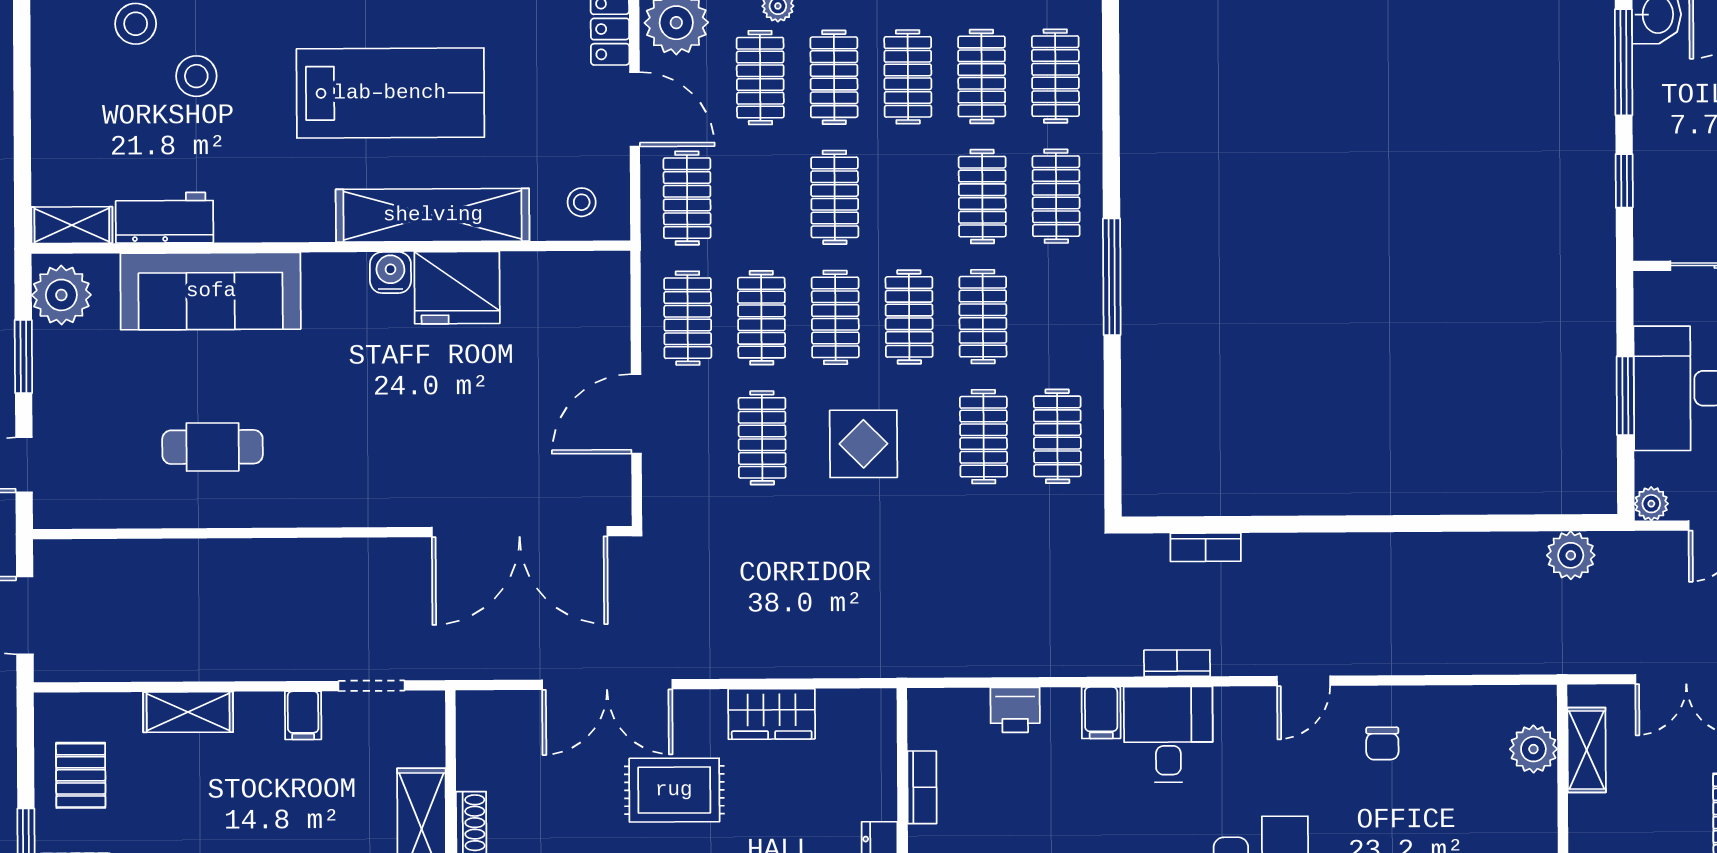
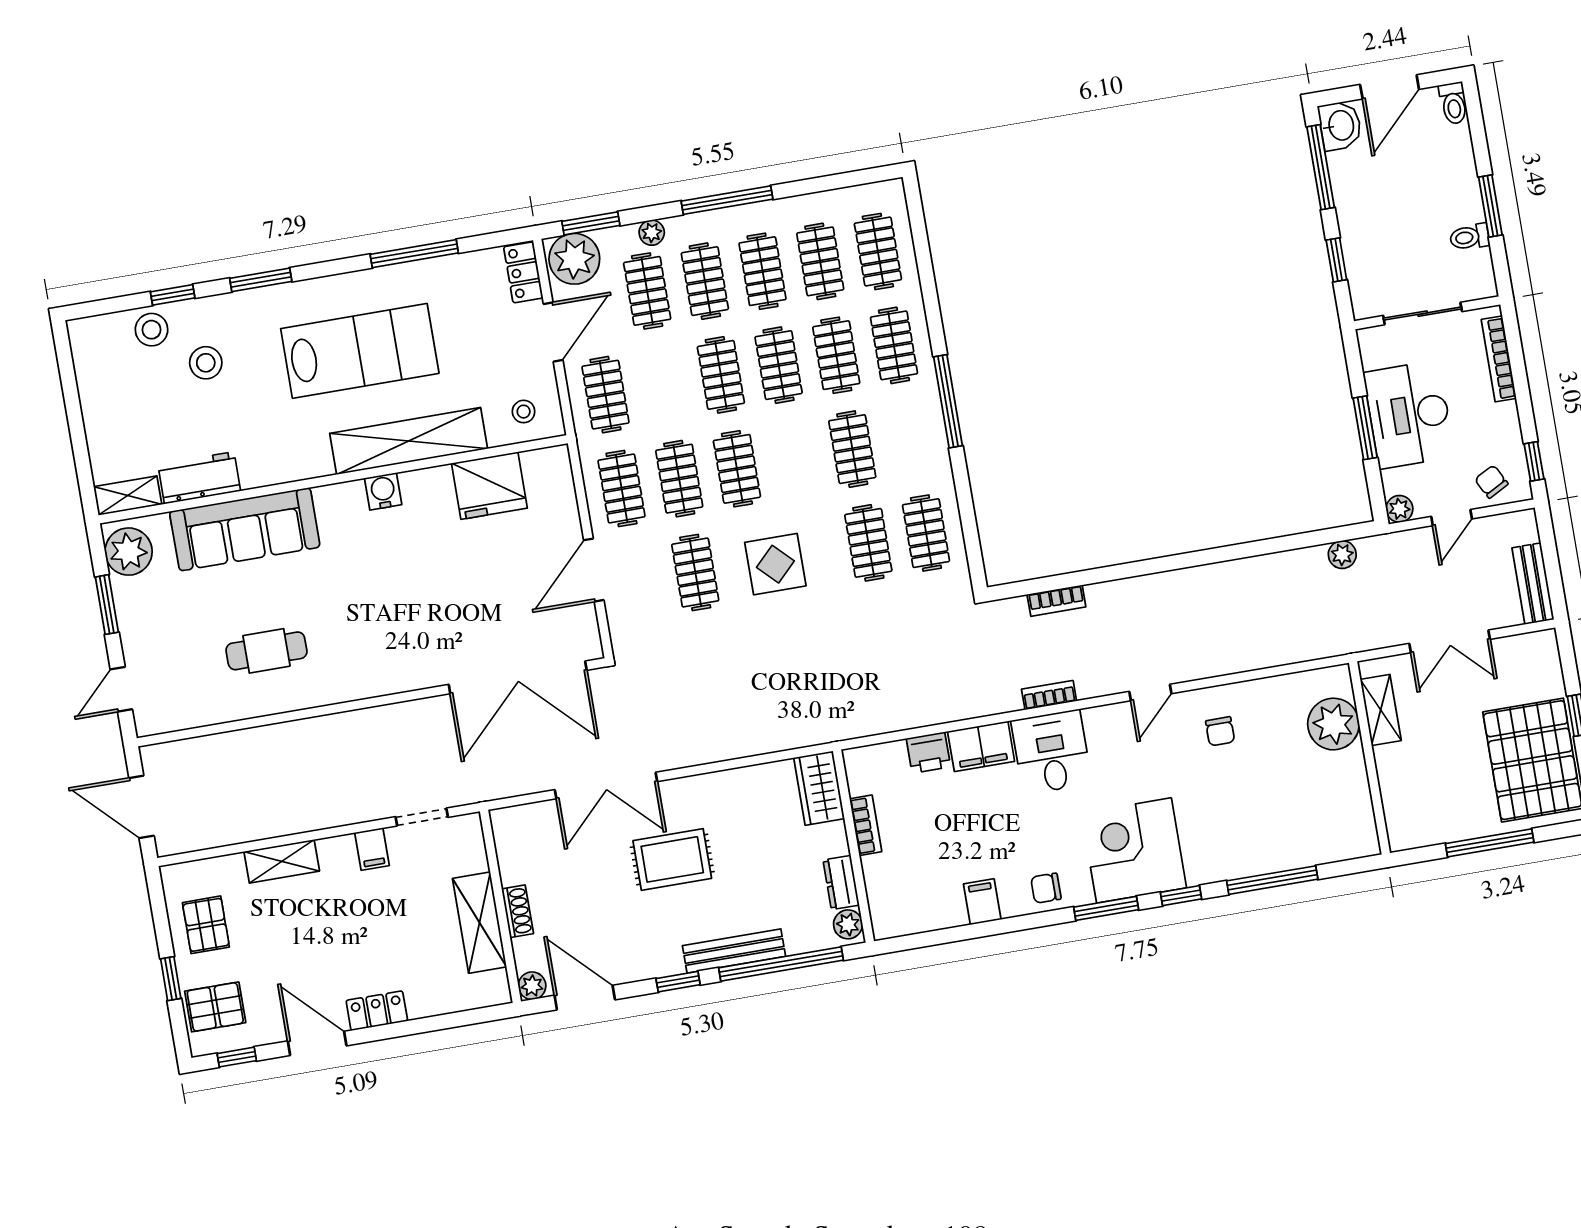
door: (635, 109) -> (553, 332), hinge flipped
fridge: (457, 288) -> (489, 486), moved
clothes rail: (909, 317) -> (779, 365), moved
plant: (1571, 555) -> (1342, 555), width x0.73, depth x0.73
filing cabinet: (1101, 713) -> (981, 746), width x2.00
wardrobe: (772, 714) -> (819, 788), moved, turned 90
plant: (1533, 749) -> (1333, 724), width x1.36, depth x1.36

